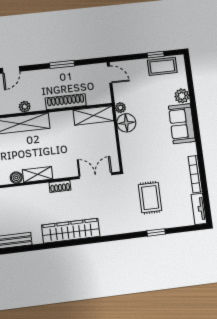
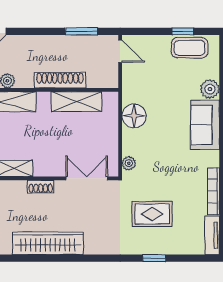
window: (62, 64) -> (82, 31), moved
plant: (120, 108) -> (129, 163), moved
shelving: (94, 115) -> (76, 102), moved
rug: (150, 198) -> (152, 214), turned 90

